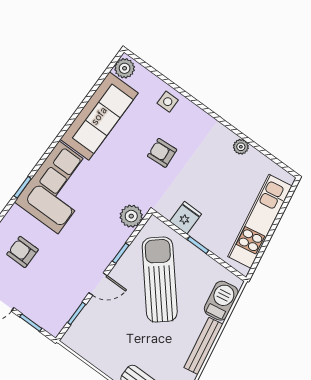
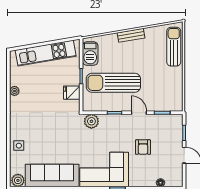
armchair: (162, 153) -> (47, 129), removed
armchair: (22, 252) -> (143, 147), moved
sun lounger: (160, 280) -> (113, 83), turned 40
barbecue: (221, 301) -> (90, 54), moved, turned -80
bench: (203, 346) -> (131, 35), width x0.73

